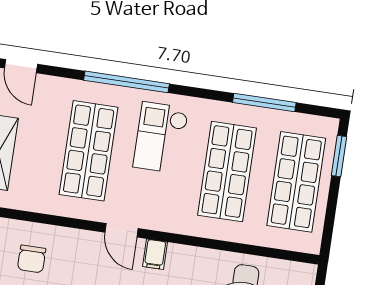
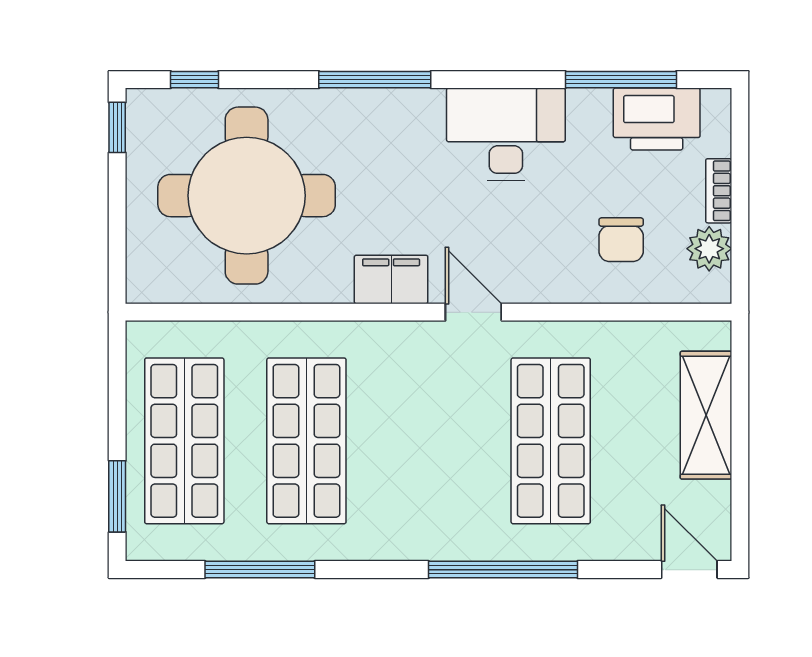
checkout: (161, 138) -> (430, 482), removed
filing cabinet: (155, 254) -> (391, 279), width x2.00
chair: (32, 259) -> (621, 240), turned 180

